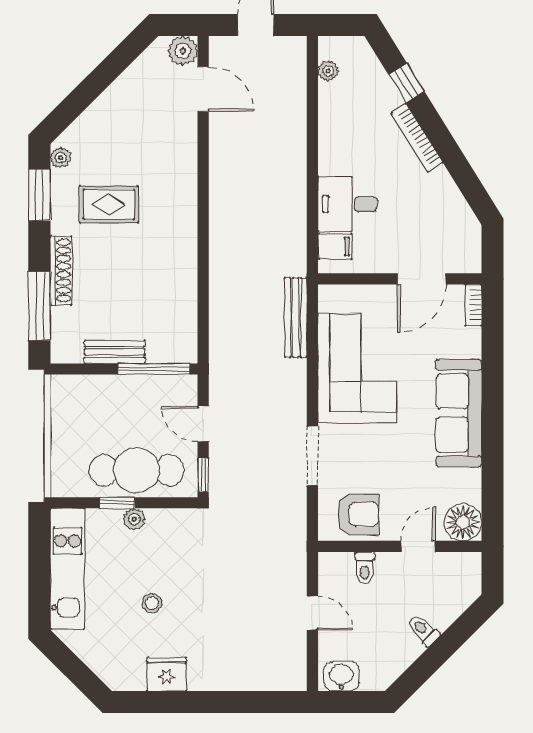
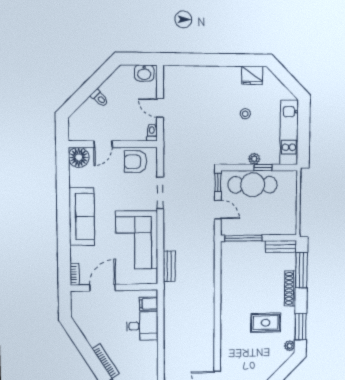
bench: (296, 318) -> (169, 266), width x0.73
bench: (115, 352) -> (281, 246), moved
toilet: (365, 568) -> (152, 133), moved
fridge: (167, 674) -> (252, 75), moved

